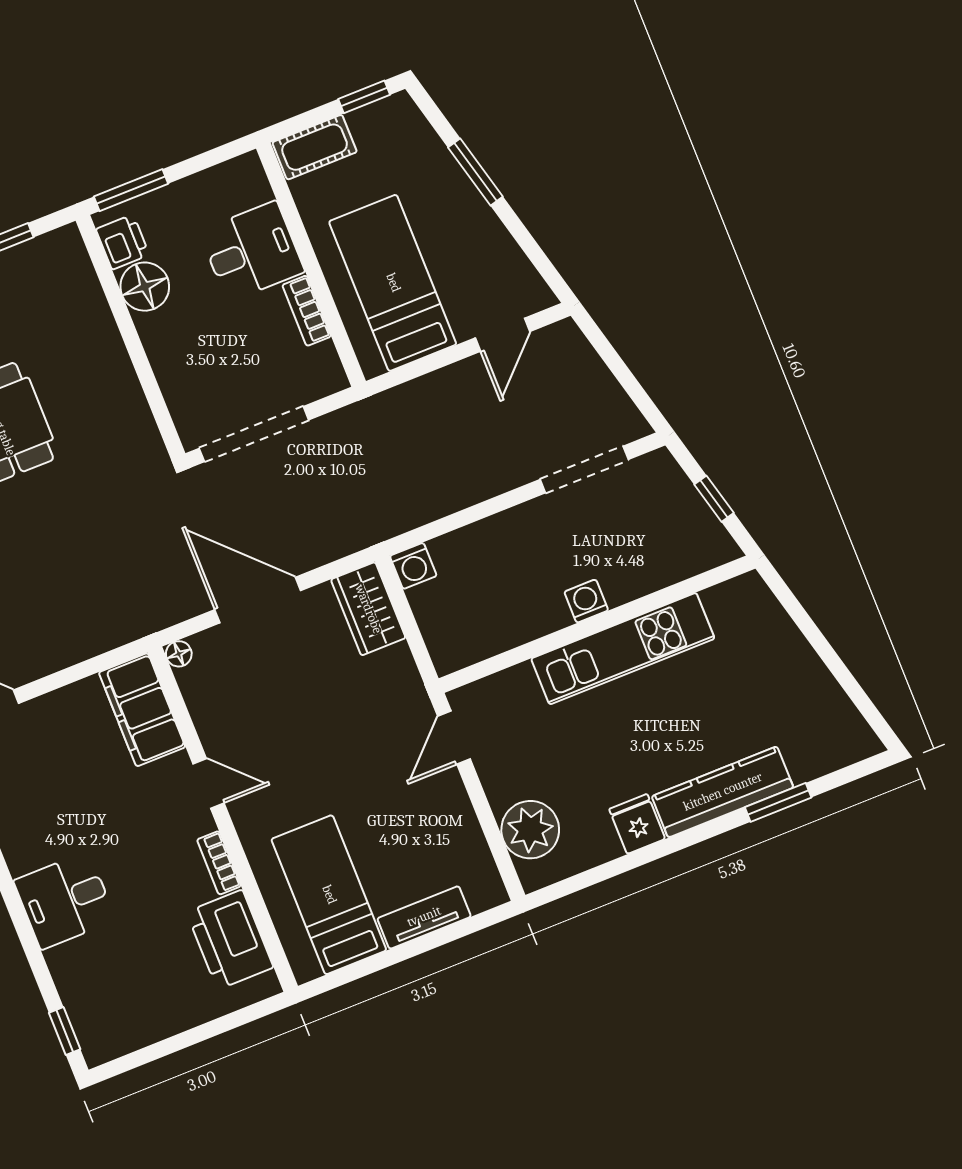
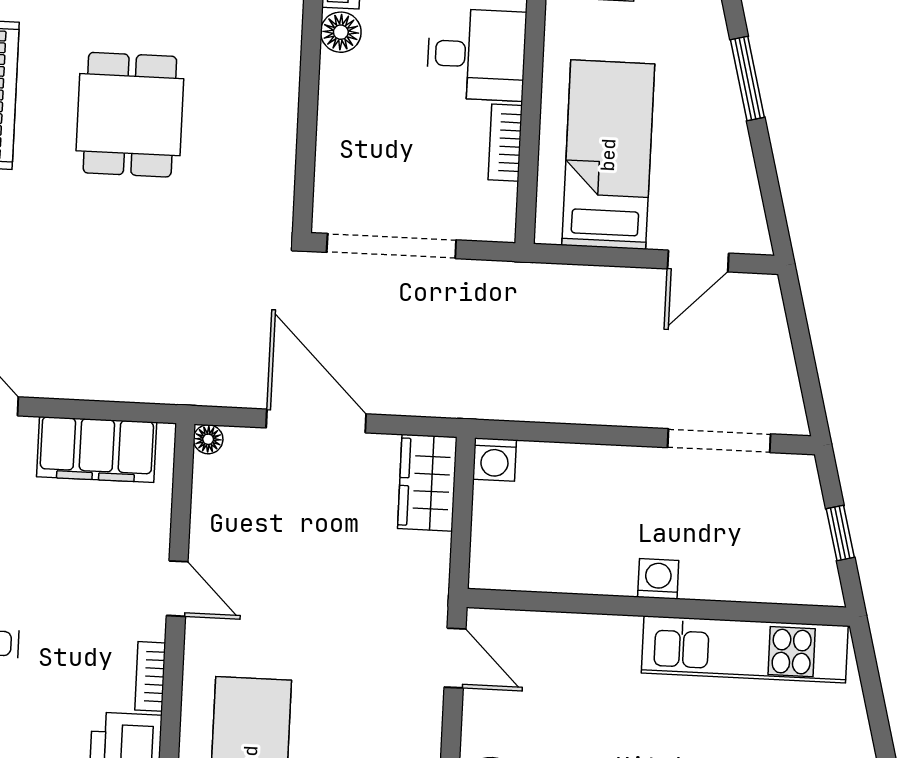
floor lamp: (145, 287) -> (341, 32), width x0.73, depth x0.73
kitchen unit: (623, 649) -> (745, 649), moved
filing cabinet: (142, 710) -> (97, 450), moved, turned -90
door: (454, 738) -> (455, 658), swing flipped

